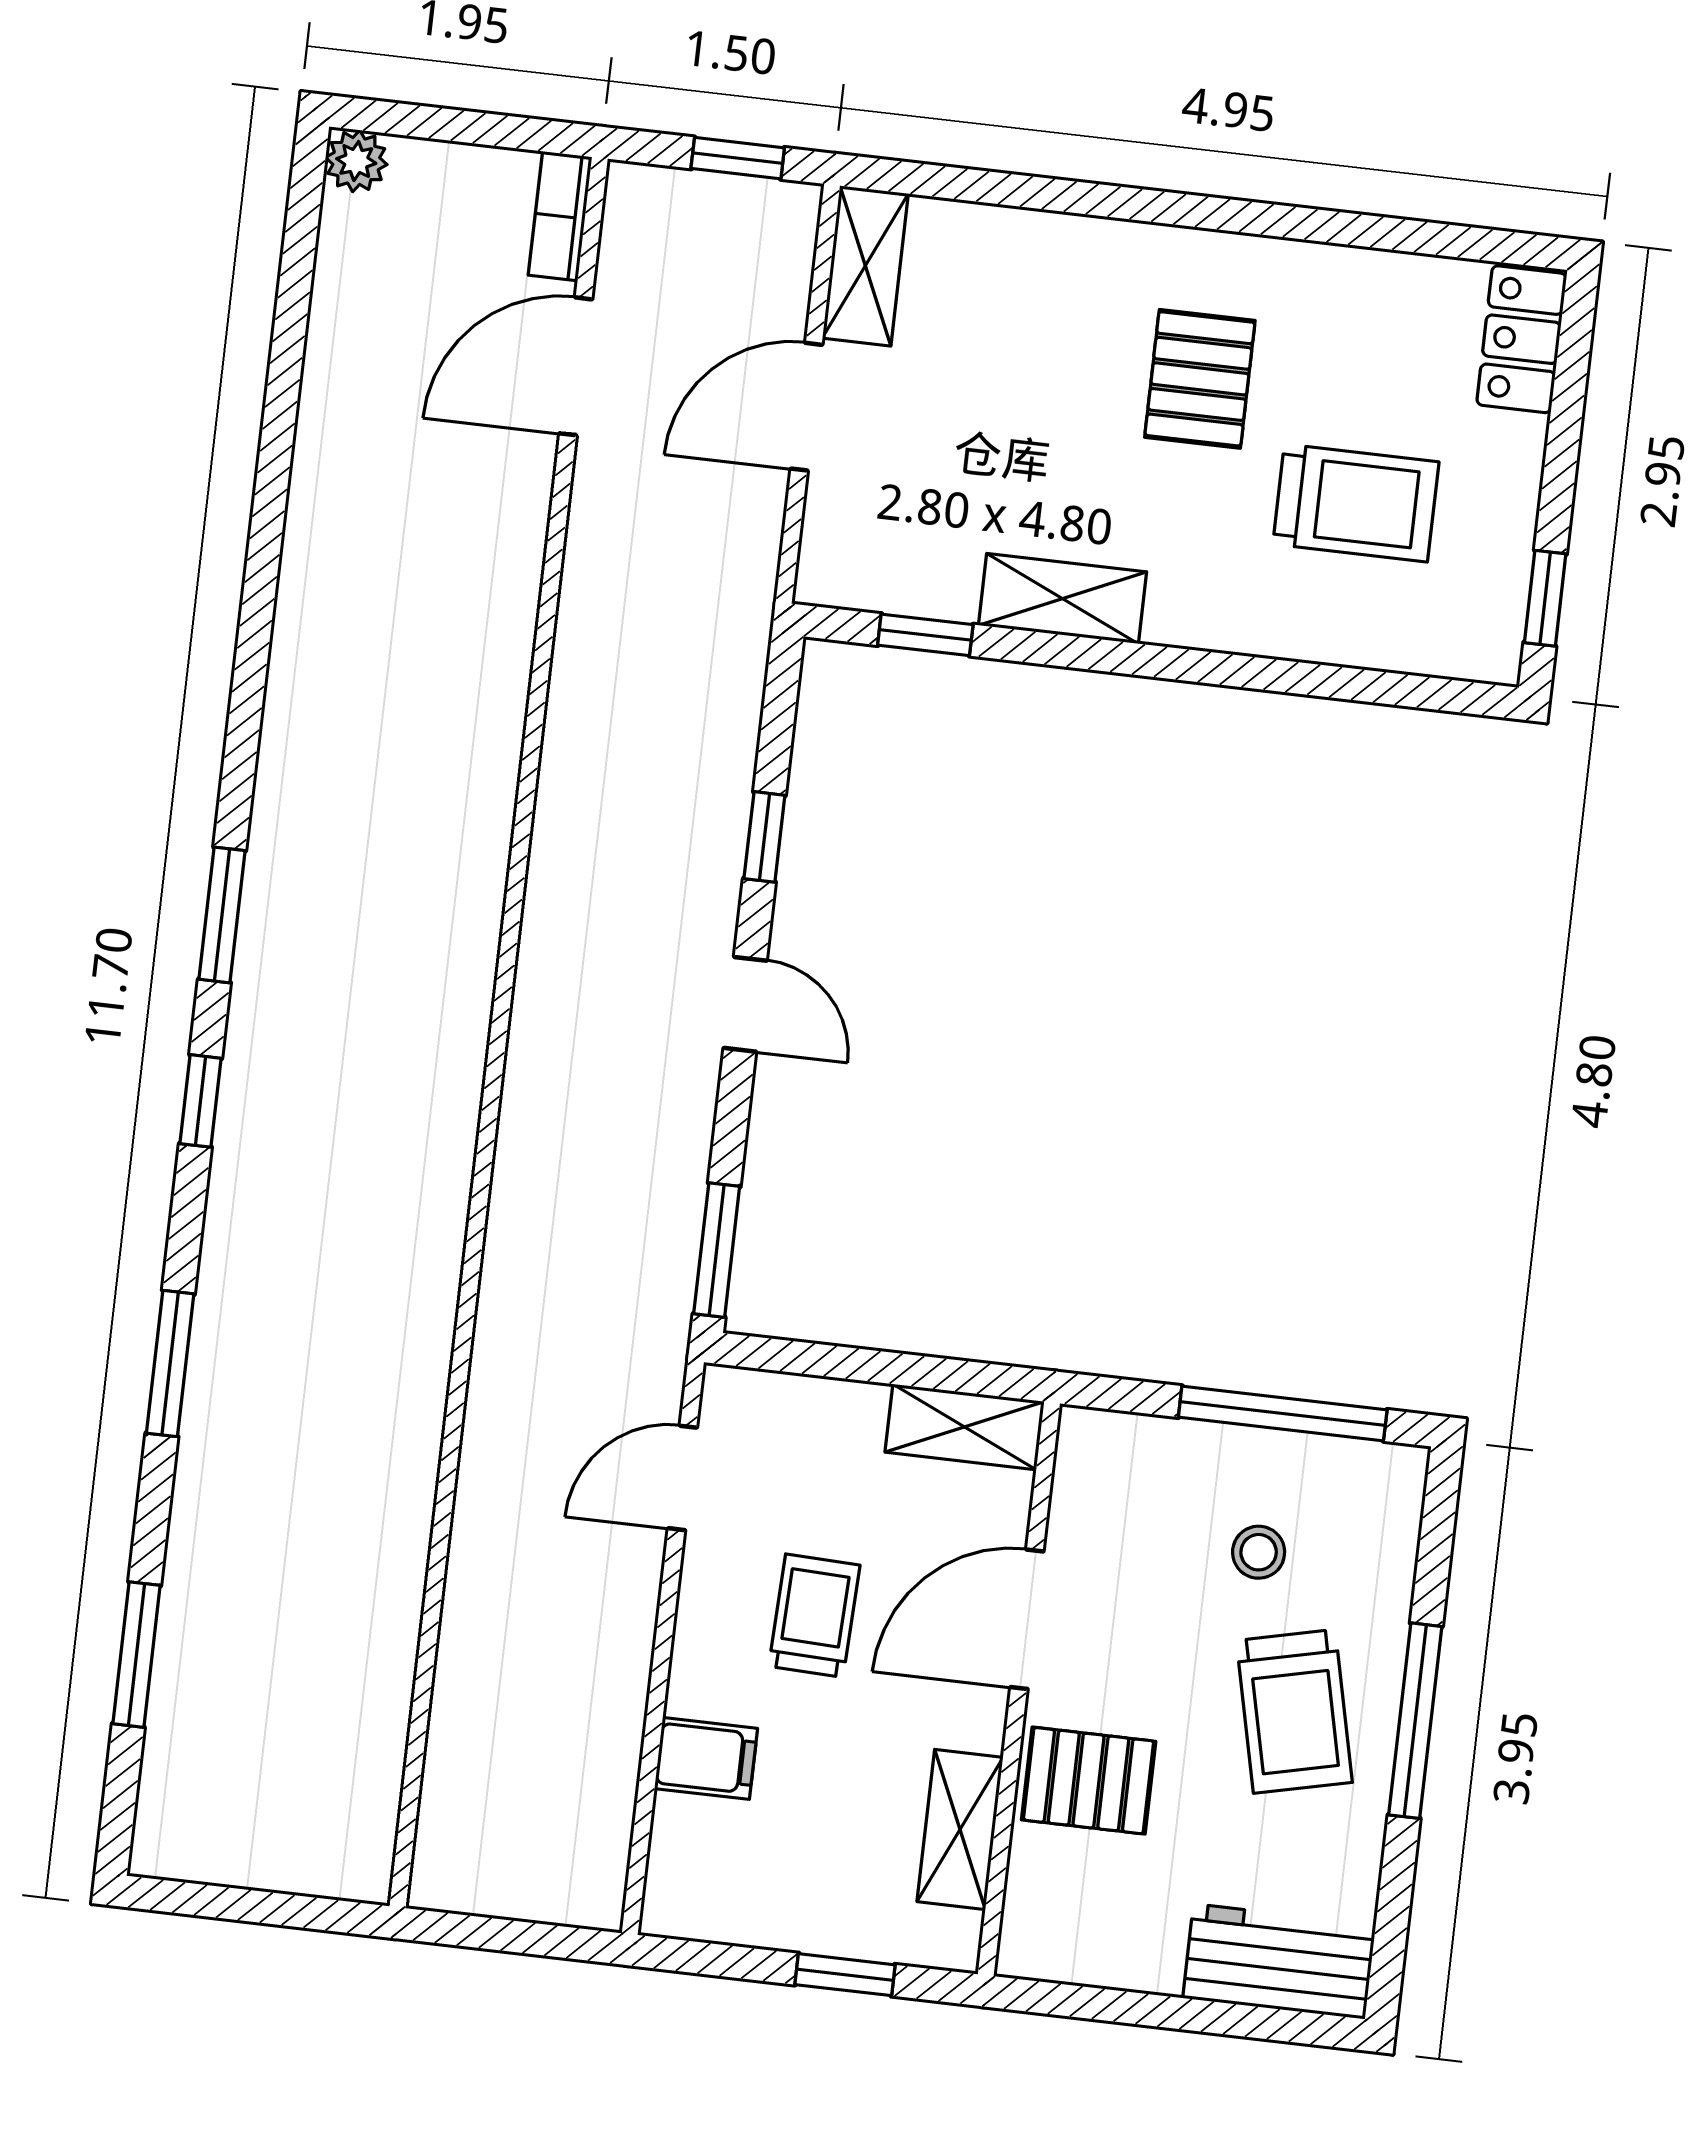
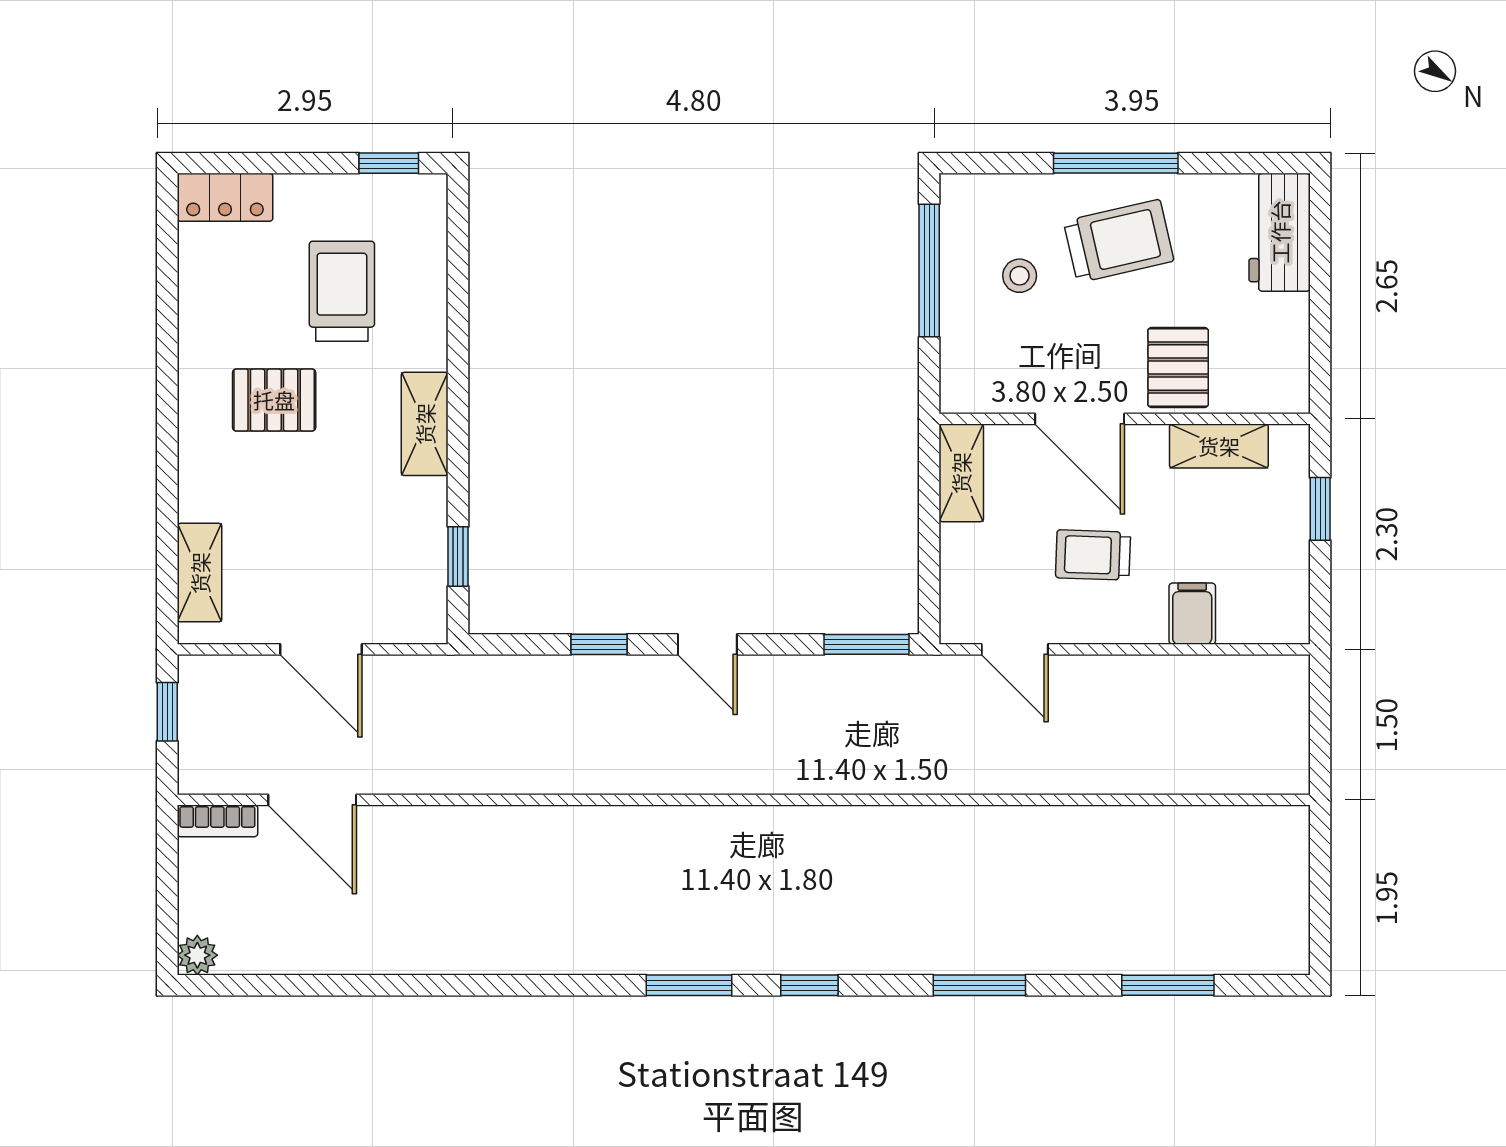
shelving: (865, 266) -> (200, 573), moved, turned 90
shelving: (1063, 599) -> (425, 424), moved
door: (745, 1004) -> (707, 644), swing flipped

